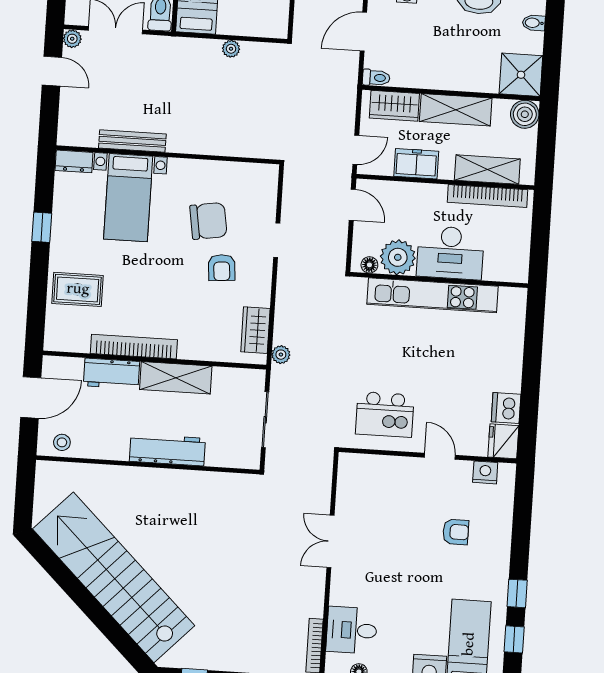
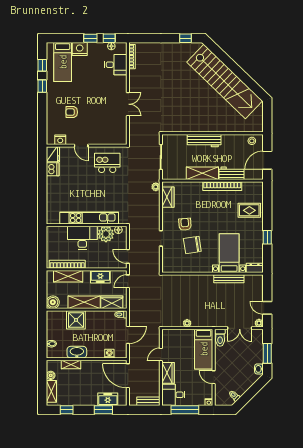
shower: (521, 75) -> (76, 320), moved

